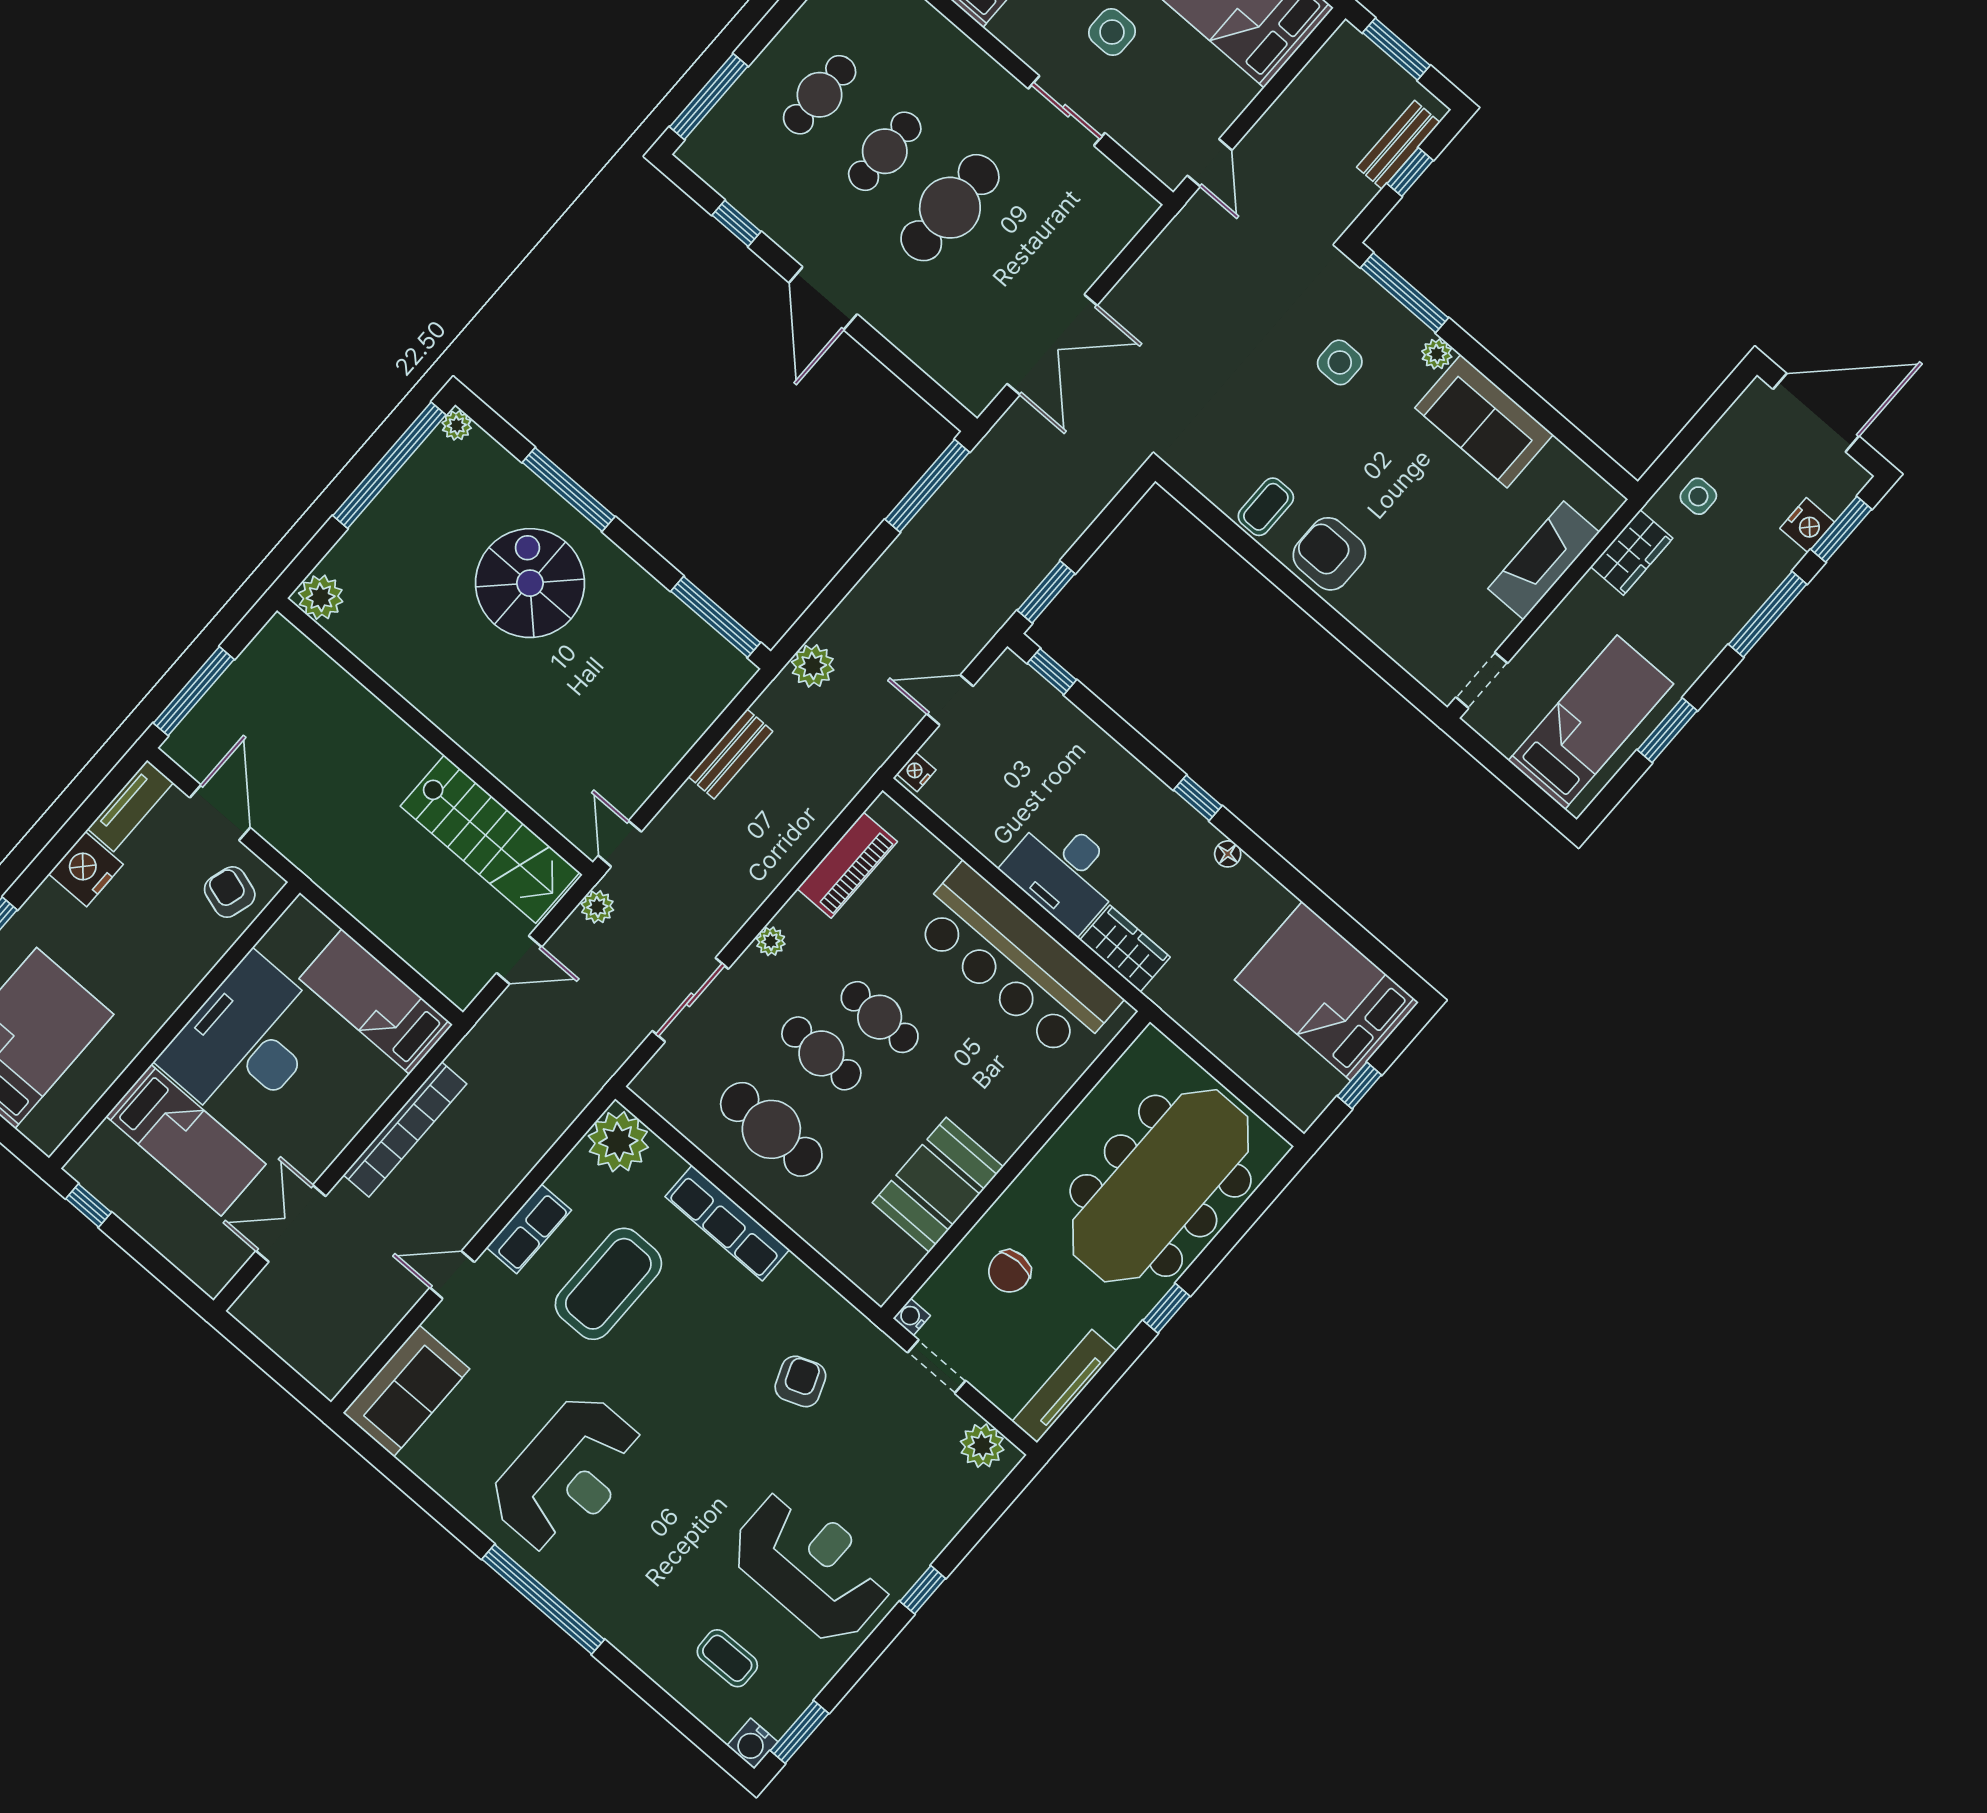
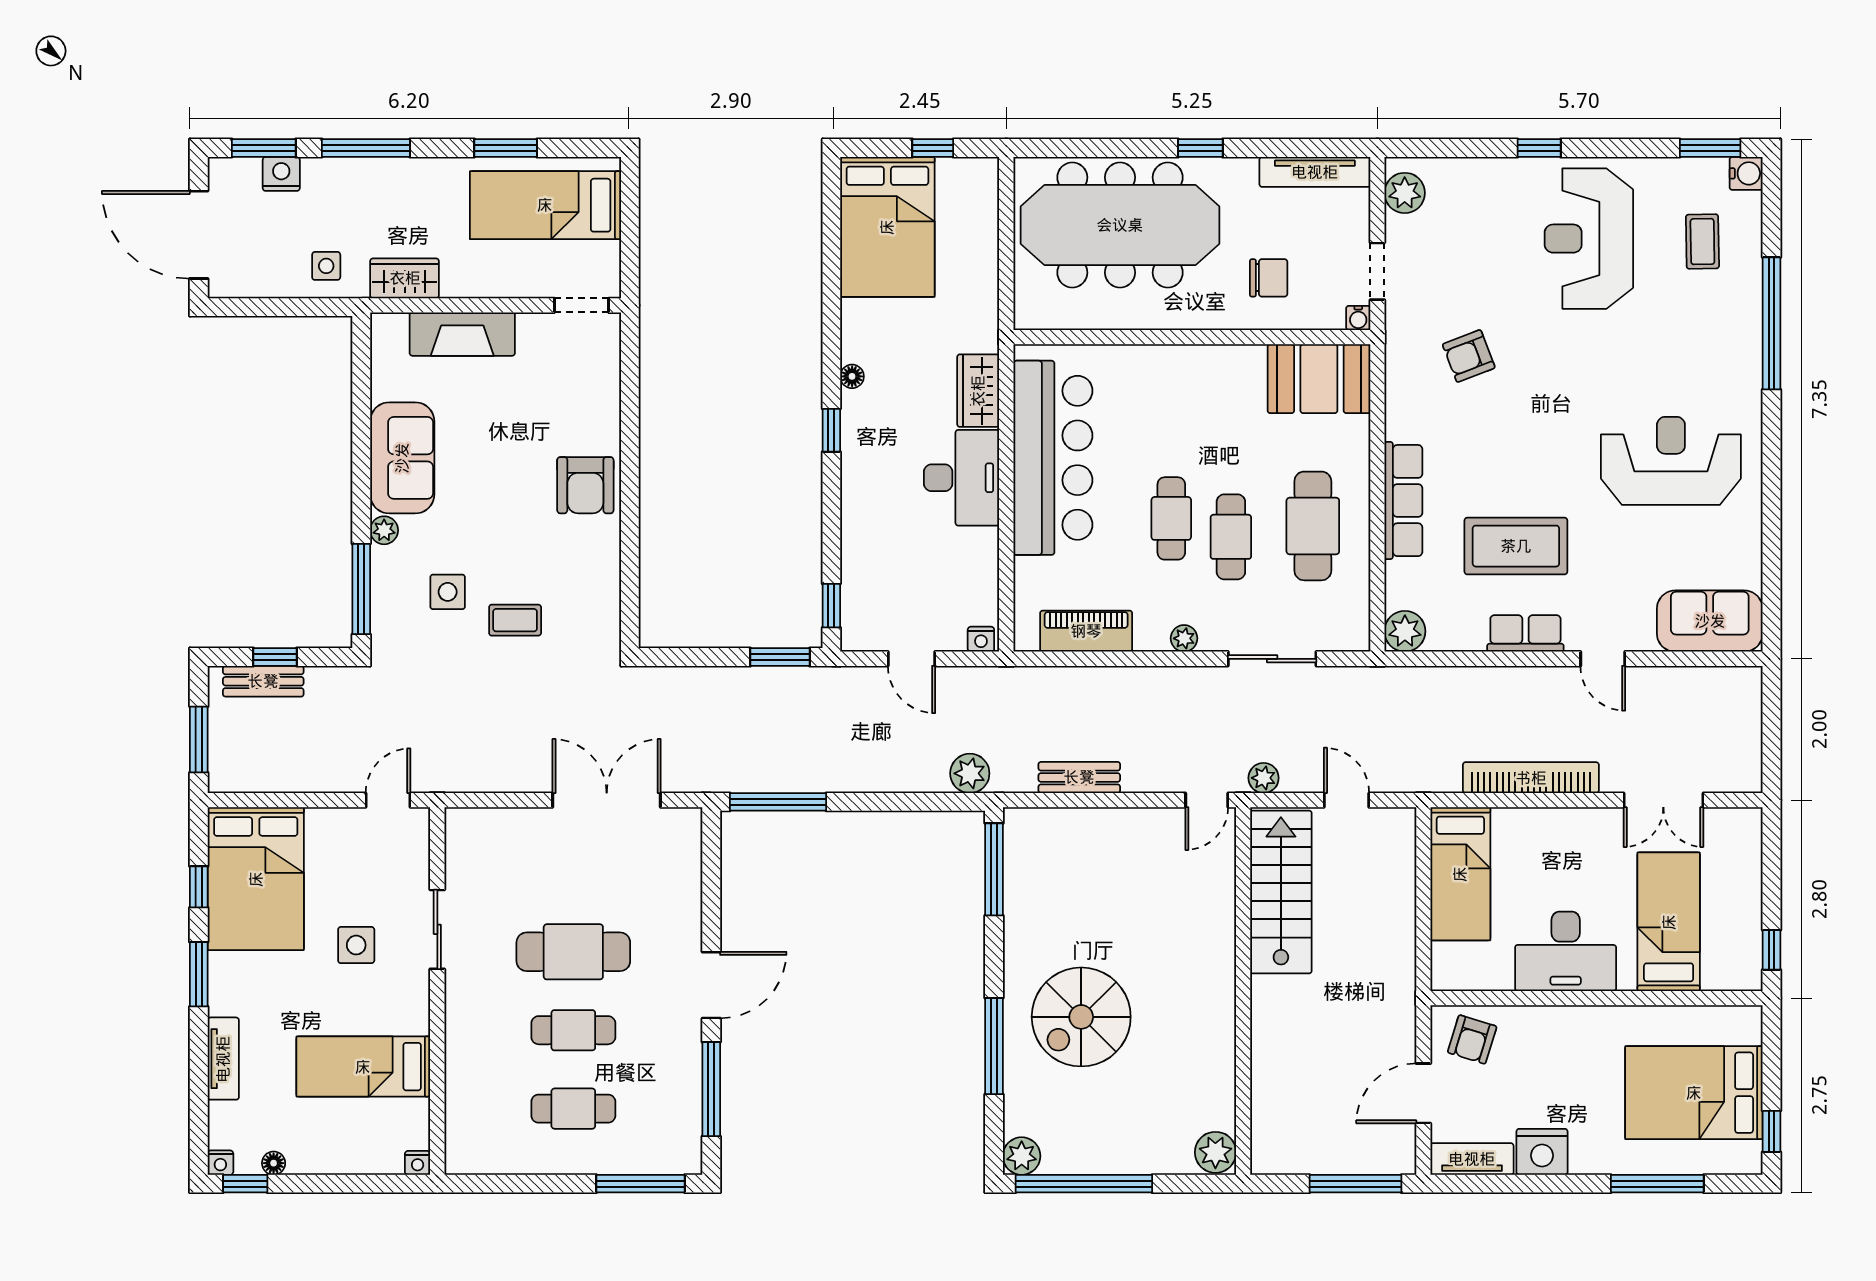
window: (736, 223) -> (711, 1089), width x2.17
plant: (457, 425) -> (1022, 1156), width x1.38, depth x1.38
coffee table: (1266, 507) -> (515, 620), moved
desk: (246, 1042) -> (1566, 951), width x0.73, depth x0.77
plant: (618, 1142) -> (1405, 631), width x0.73, depth x0.73
booth: (938, 1185) -> (1319, 379), moved
window: (543, 1599) -> (1771, 323), moved

